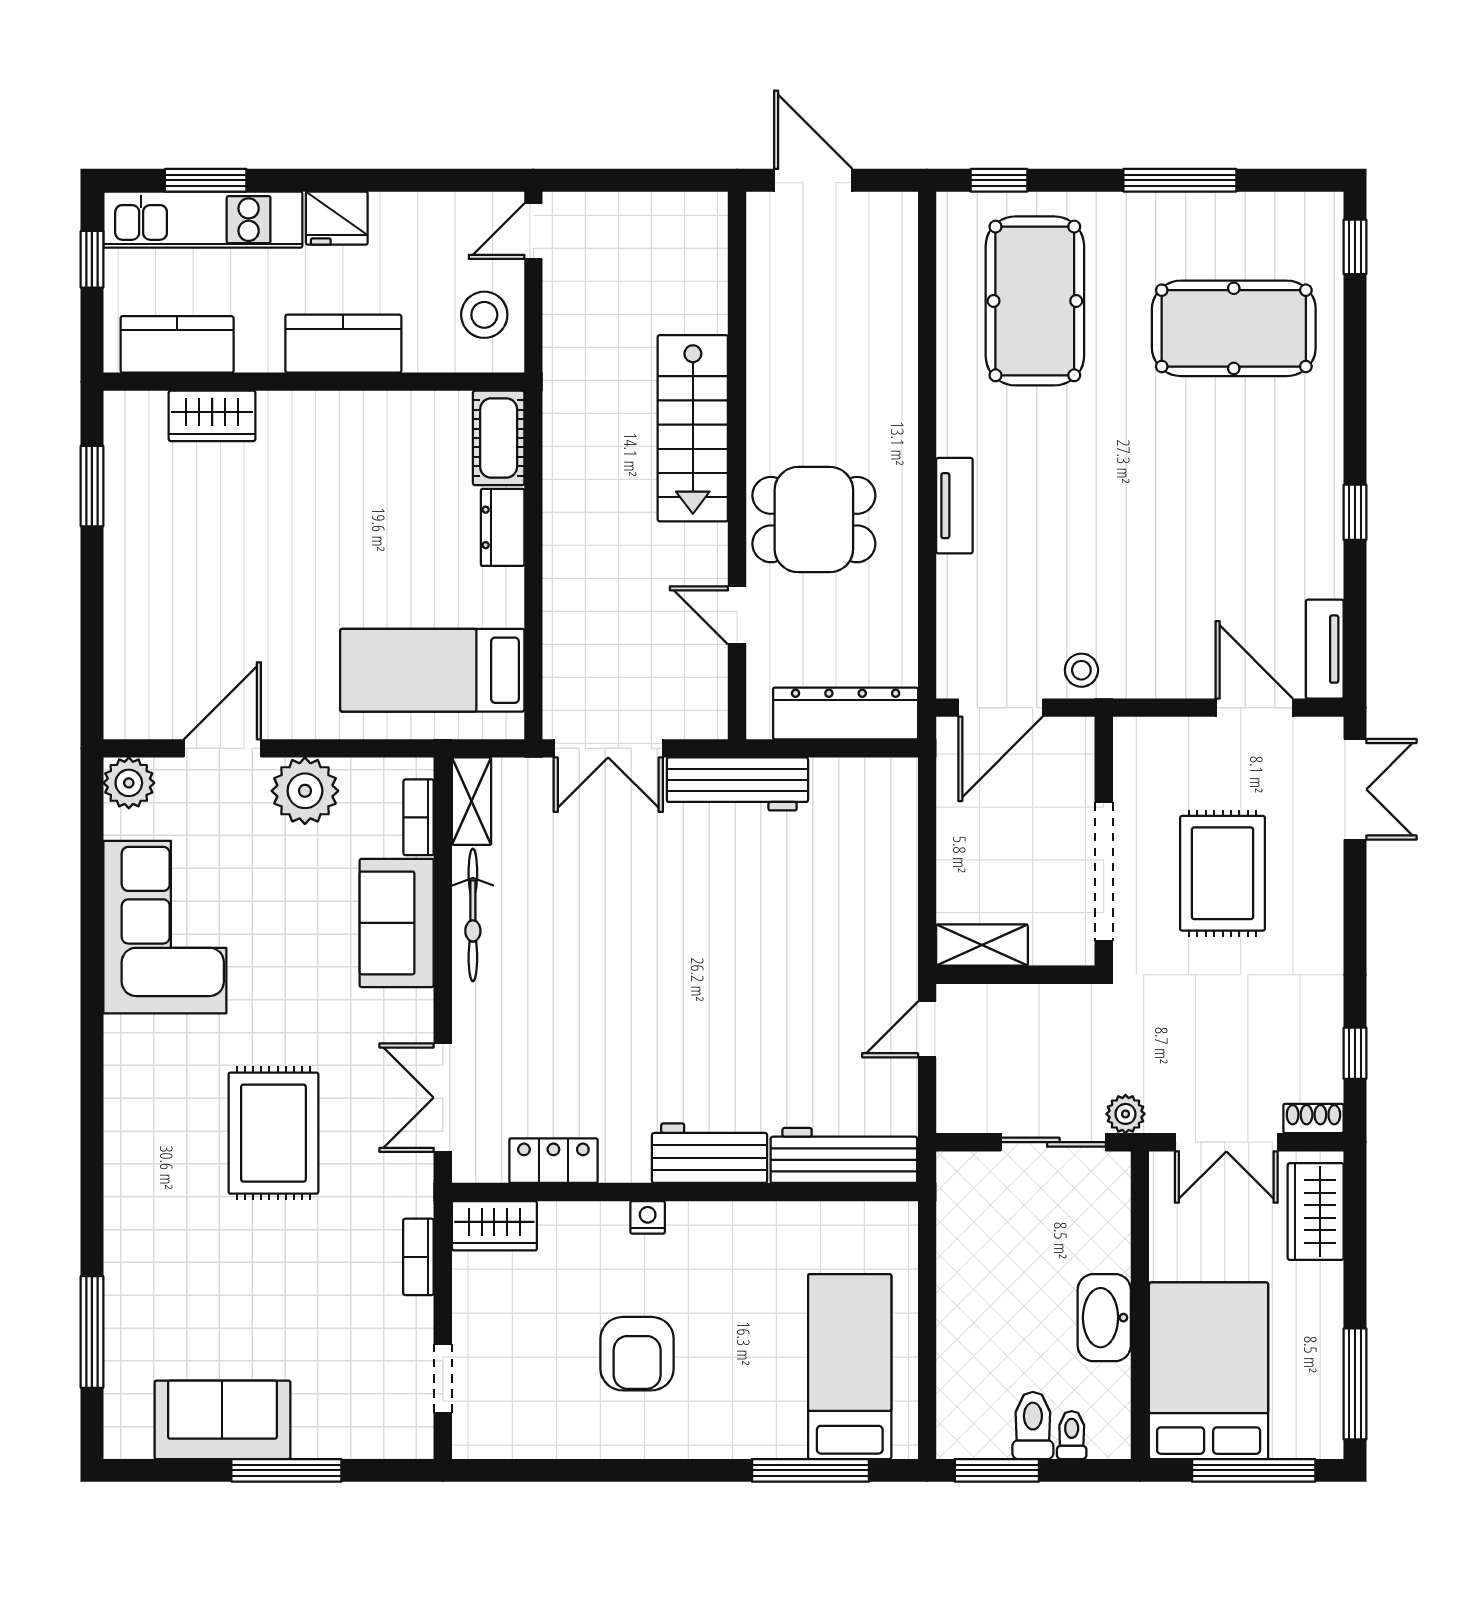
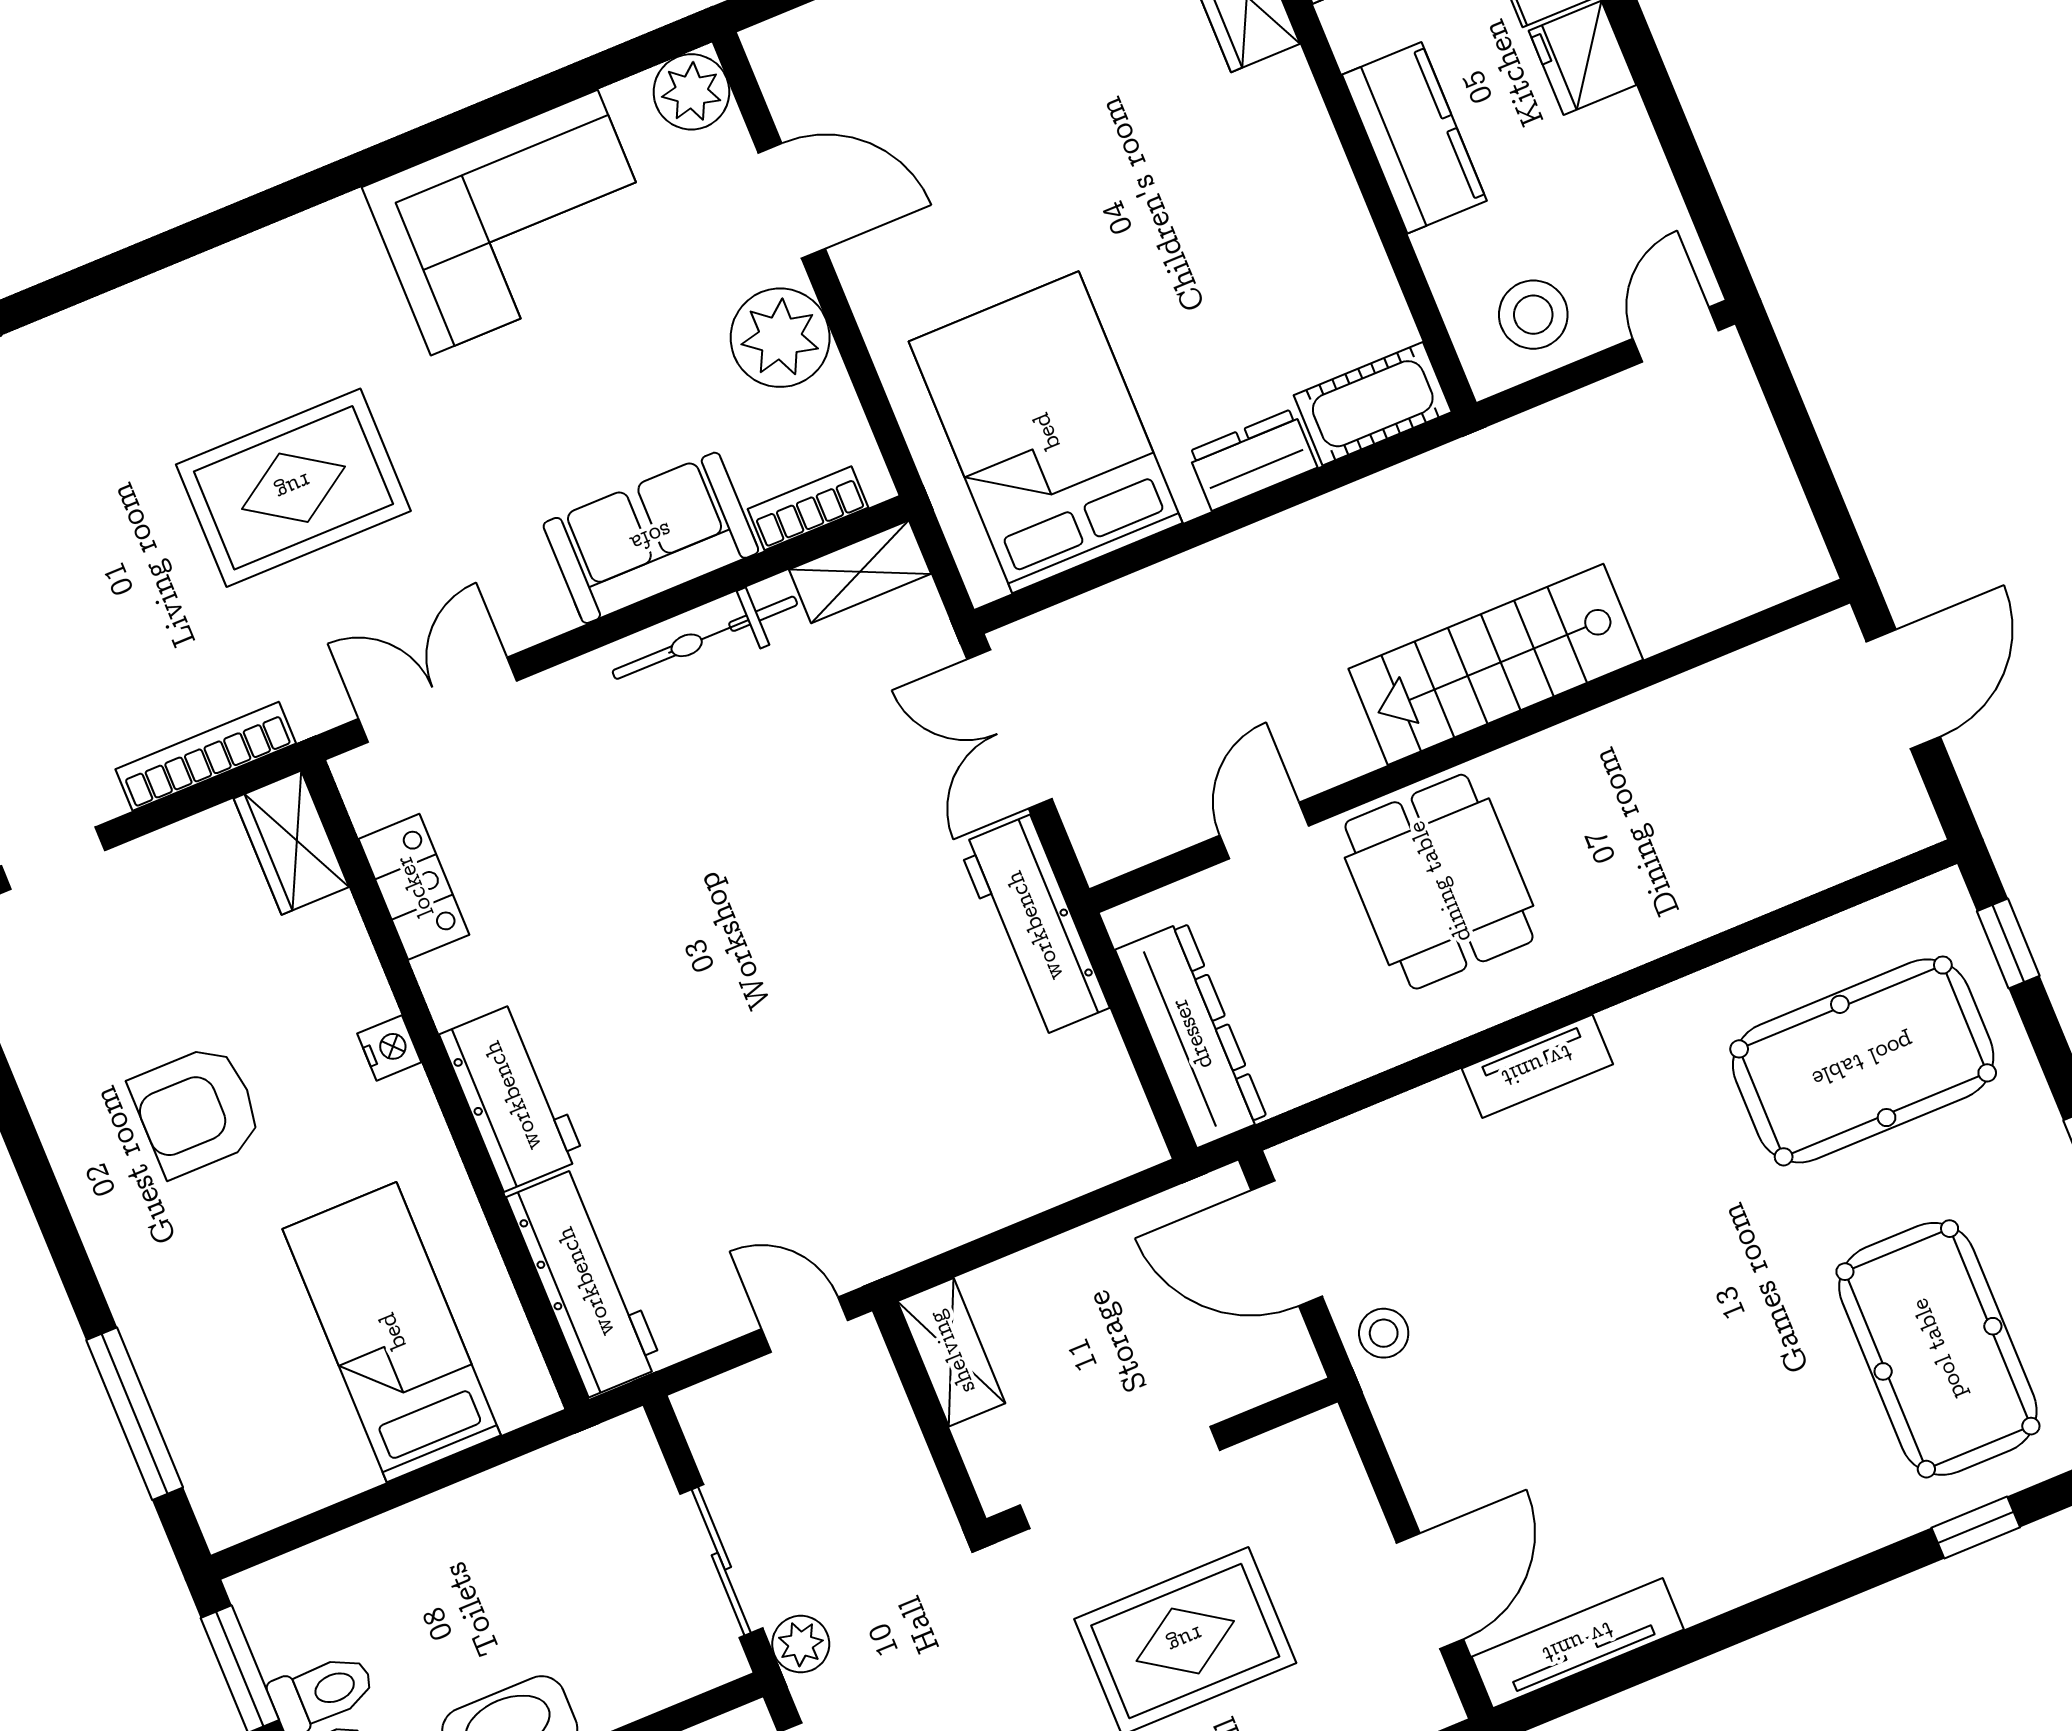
door: (533, 231) -> (1676, 335), hinge flipped
window: (1355, 512) -> (1976, 1527), moved
tv unit: (1325, 649) -> (1578, 1643), width x1.41
bed: (432, 670) -> (1046, 432), width x1.50
bookcase: (418, 1257) -> (206, 756), width x1.56
bed: (850, 1367) -> (392, 1332), moved, turned -90

